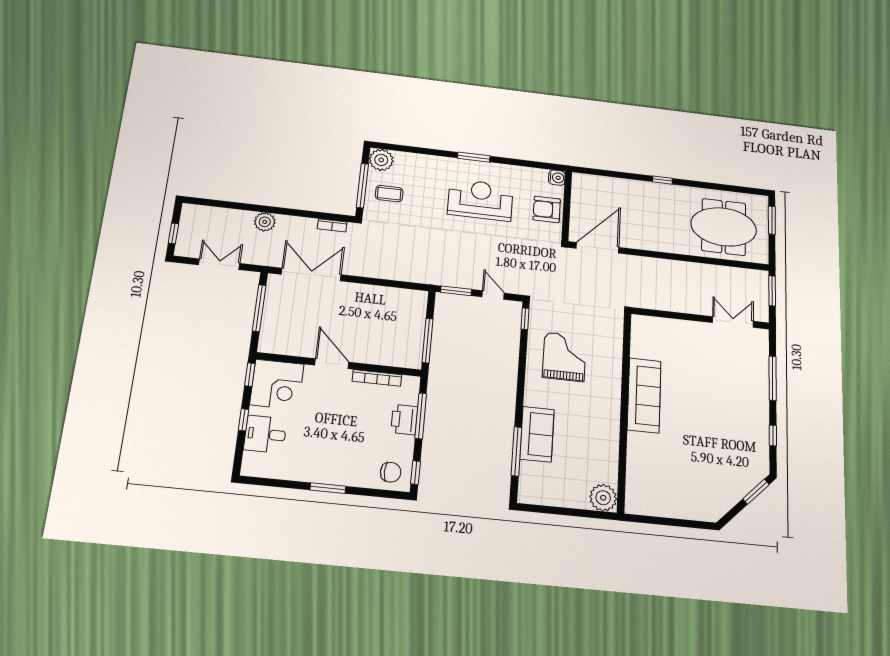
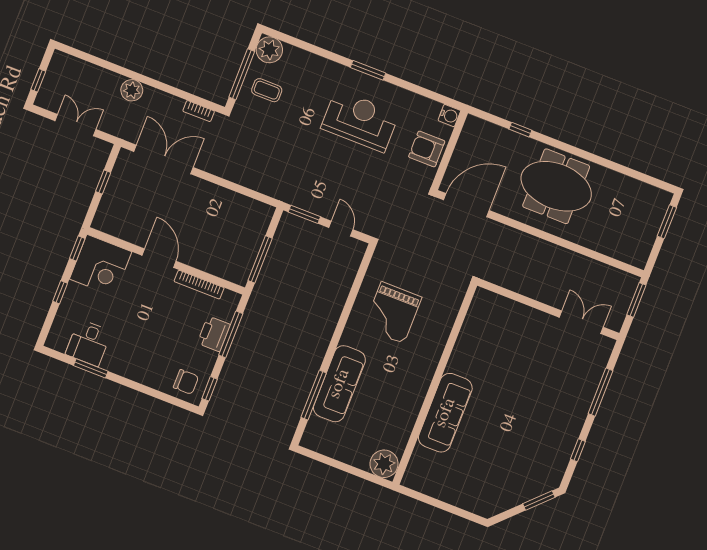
window: (662, 180) -> (520, 130), moved
meeting table: (724, 227) -> (556, 186), moved
window: (259, 308) -> (103, 182), width x0.46
window: (525, 319) -> (366, 262), removed
grand piano: (564, 357) -> (393, 313), turned 180
sofa: (644, 395) -> (445, 413), moved
desk: (265, 434) -> (89, 343), moved, turned -90
sofa: (537, 434) -> (339, 384), width x1.36
window: (328, 488) -> (91, 368), moved

